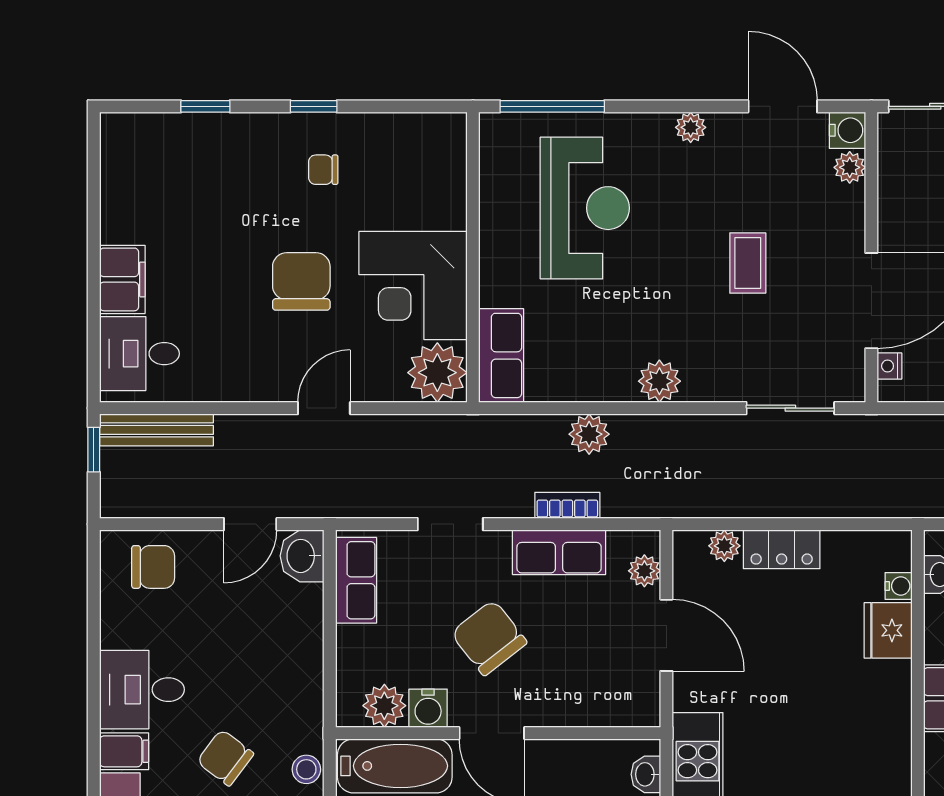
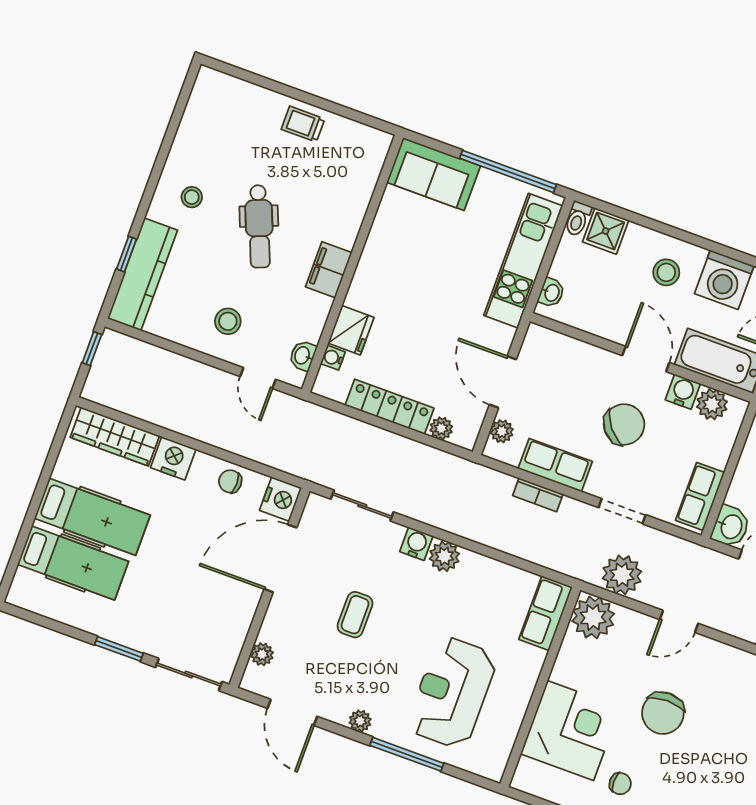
window: (552, 106) -> (407, 754), moved
water cooler: (847, 130) -> (416, 544), moved, turned 90
corner desk: (413, 286) -> (570, 731), moved
nightstand: (890, 366) -> (281, 499), width x1.89, depth x1.79
plant: (589, 434) -> (622, 575), moved, width x1.36, depth x1.36
locker: (782, 549) -> (390, 407), width x1.53
chair: (489, 638) -> (624, 424), turned -91

